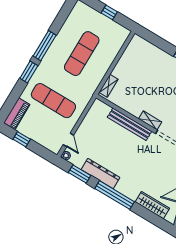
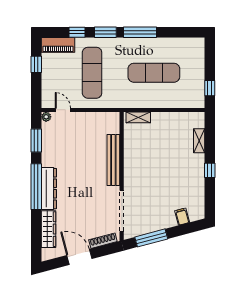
window: (109, 12) -> (210, 88), moved
window: (16, 94) -> (77, 32), added
shelving: (150, 120) -> (199, 141), moved
door: (68, 140) -> (63, 110), swing flipped
dresser: (100, 174) -> (49, 189), moved

